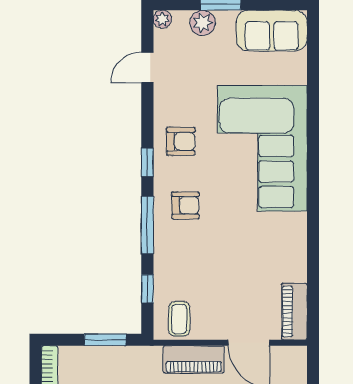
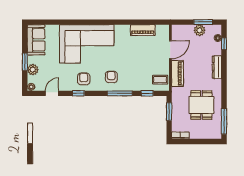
door: (147, 67) -> (52, 93), swing flipped
window: (147, 162) -> (78, 93), moved
piano: (294, 312) -> (143, 30), moved

